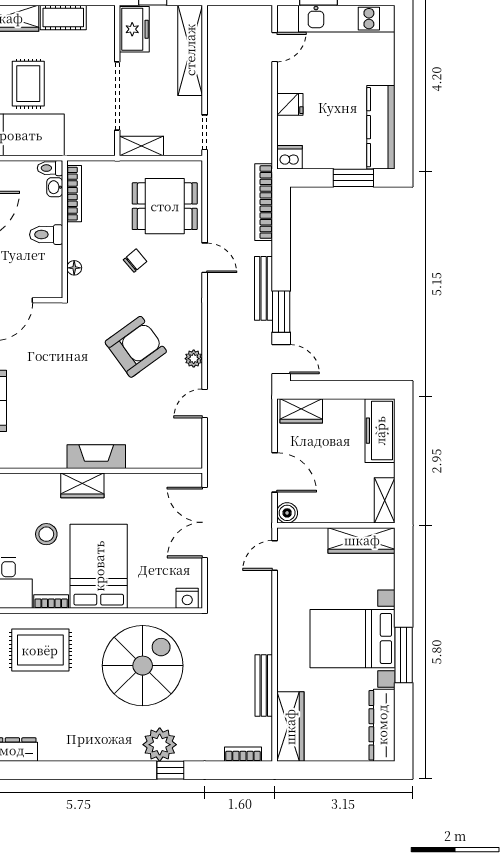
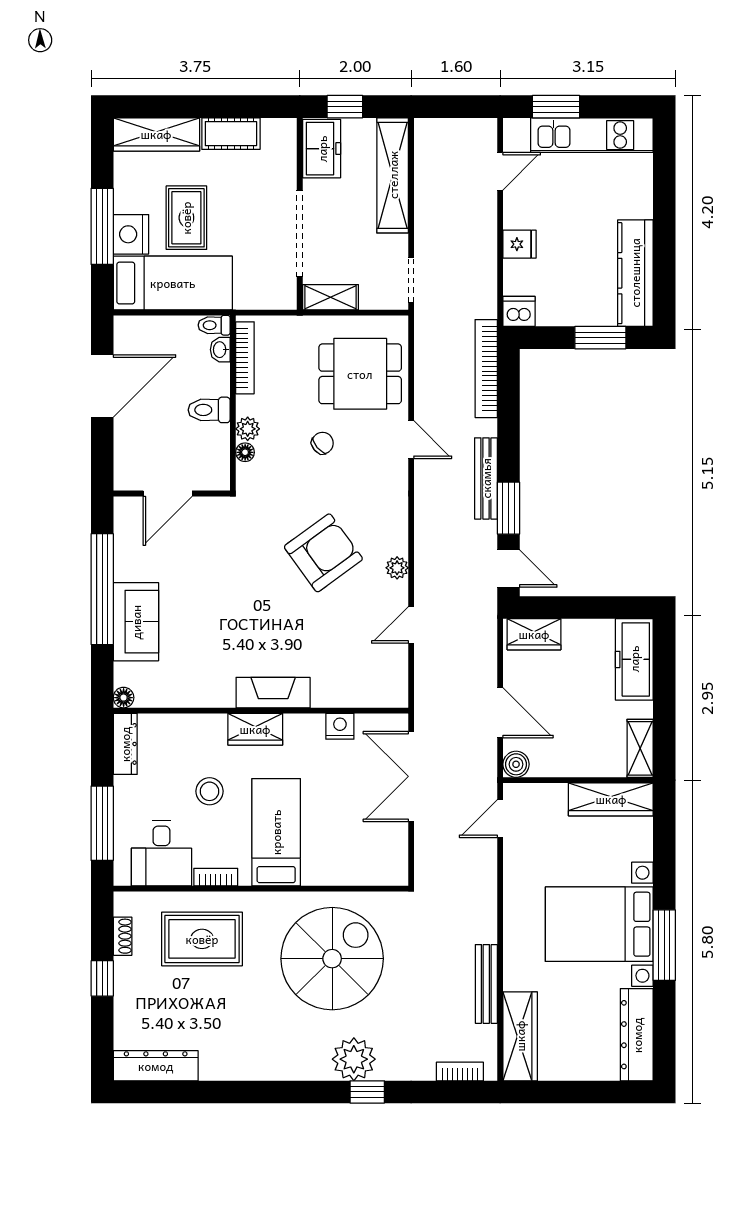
plant: (76, 249) -> (248, 429), added
bed: (99, 566) -> (276, 832), width x0.67
nightstand: (187, 598) -> (340, 726), moved, turned 180

